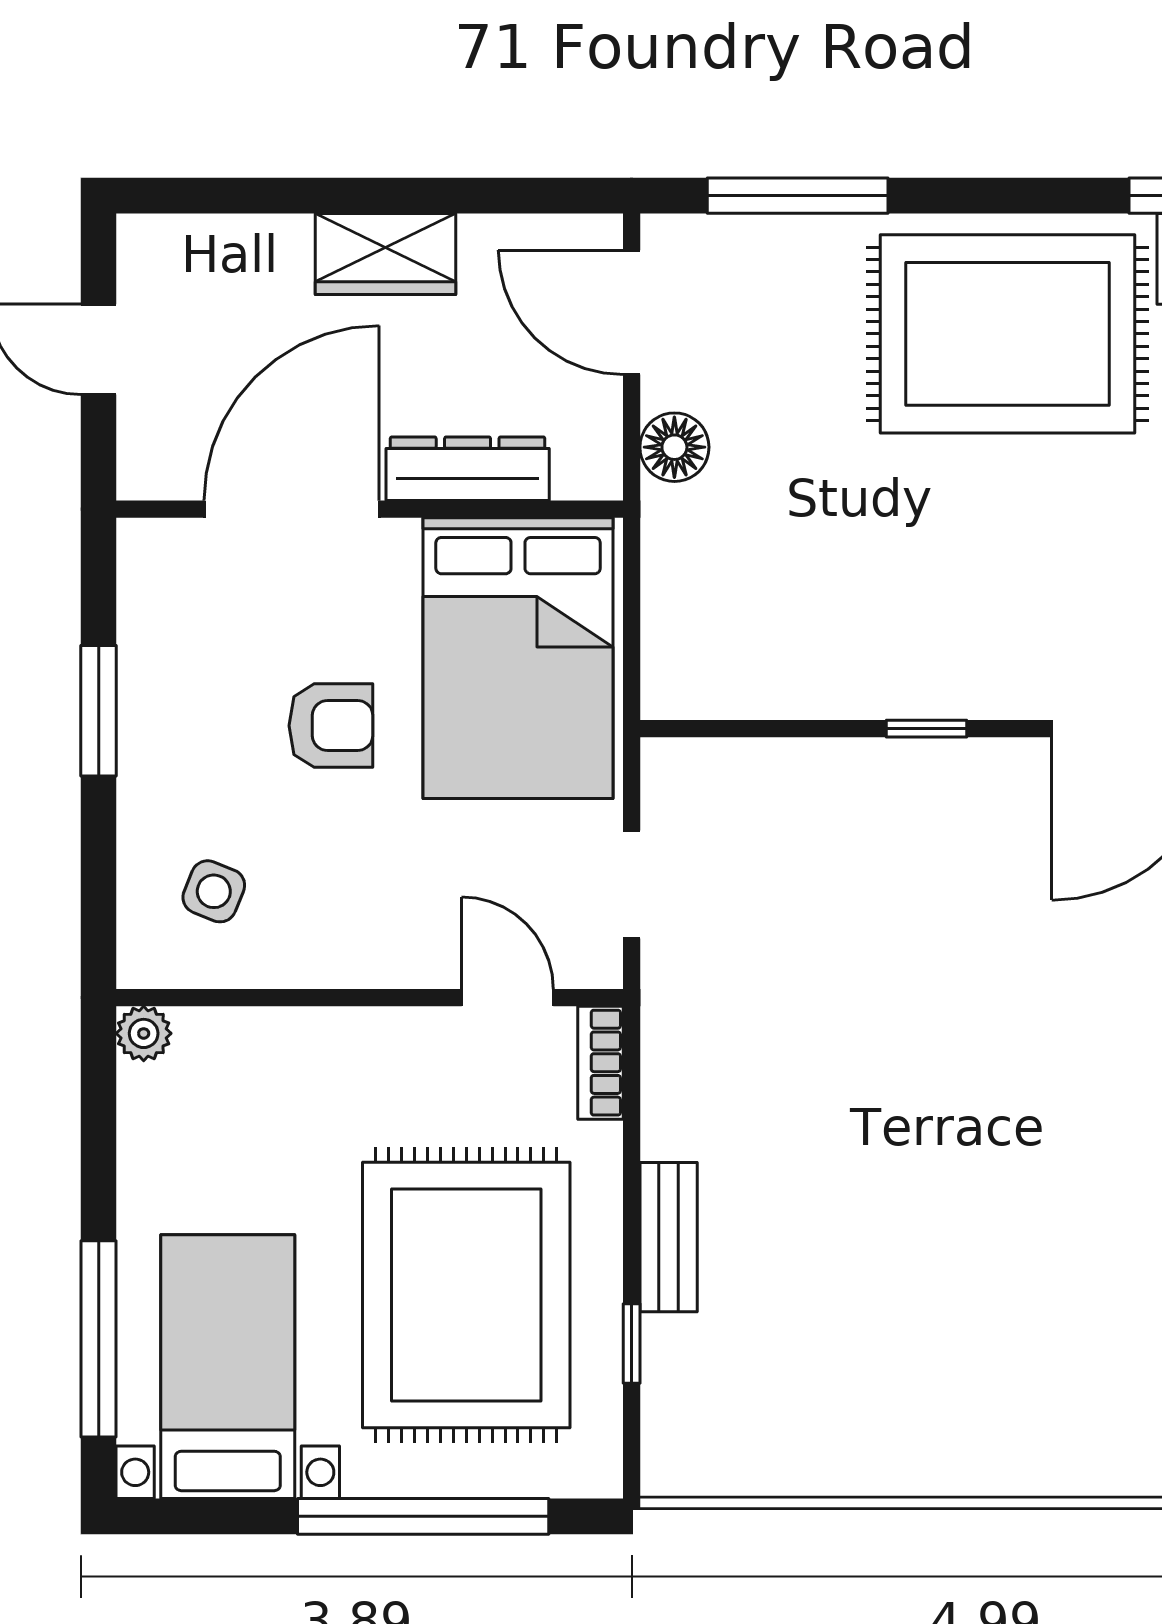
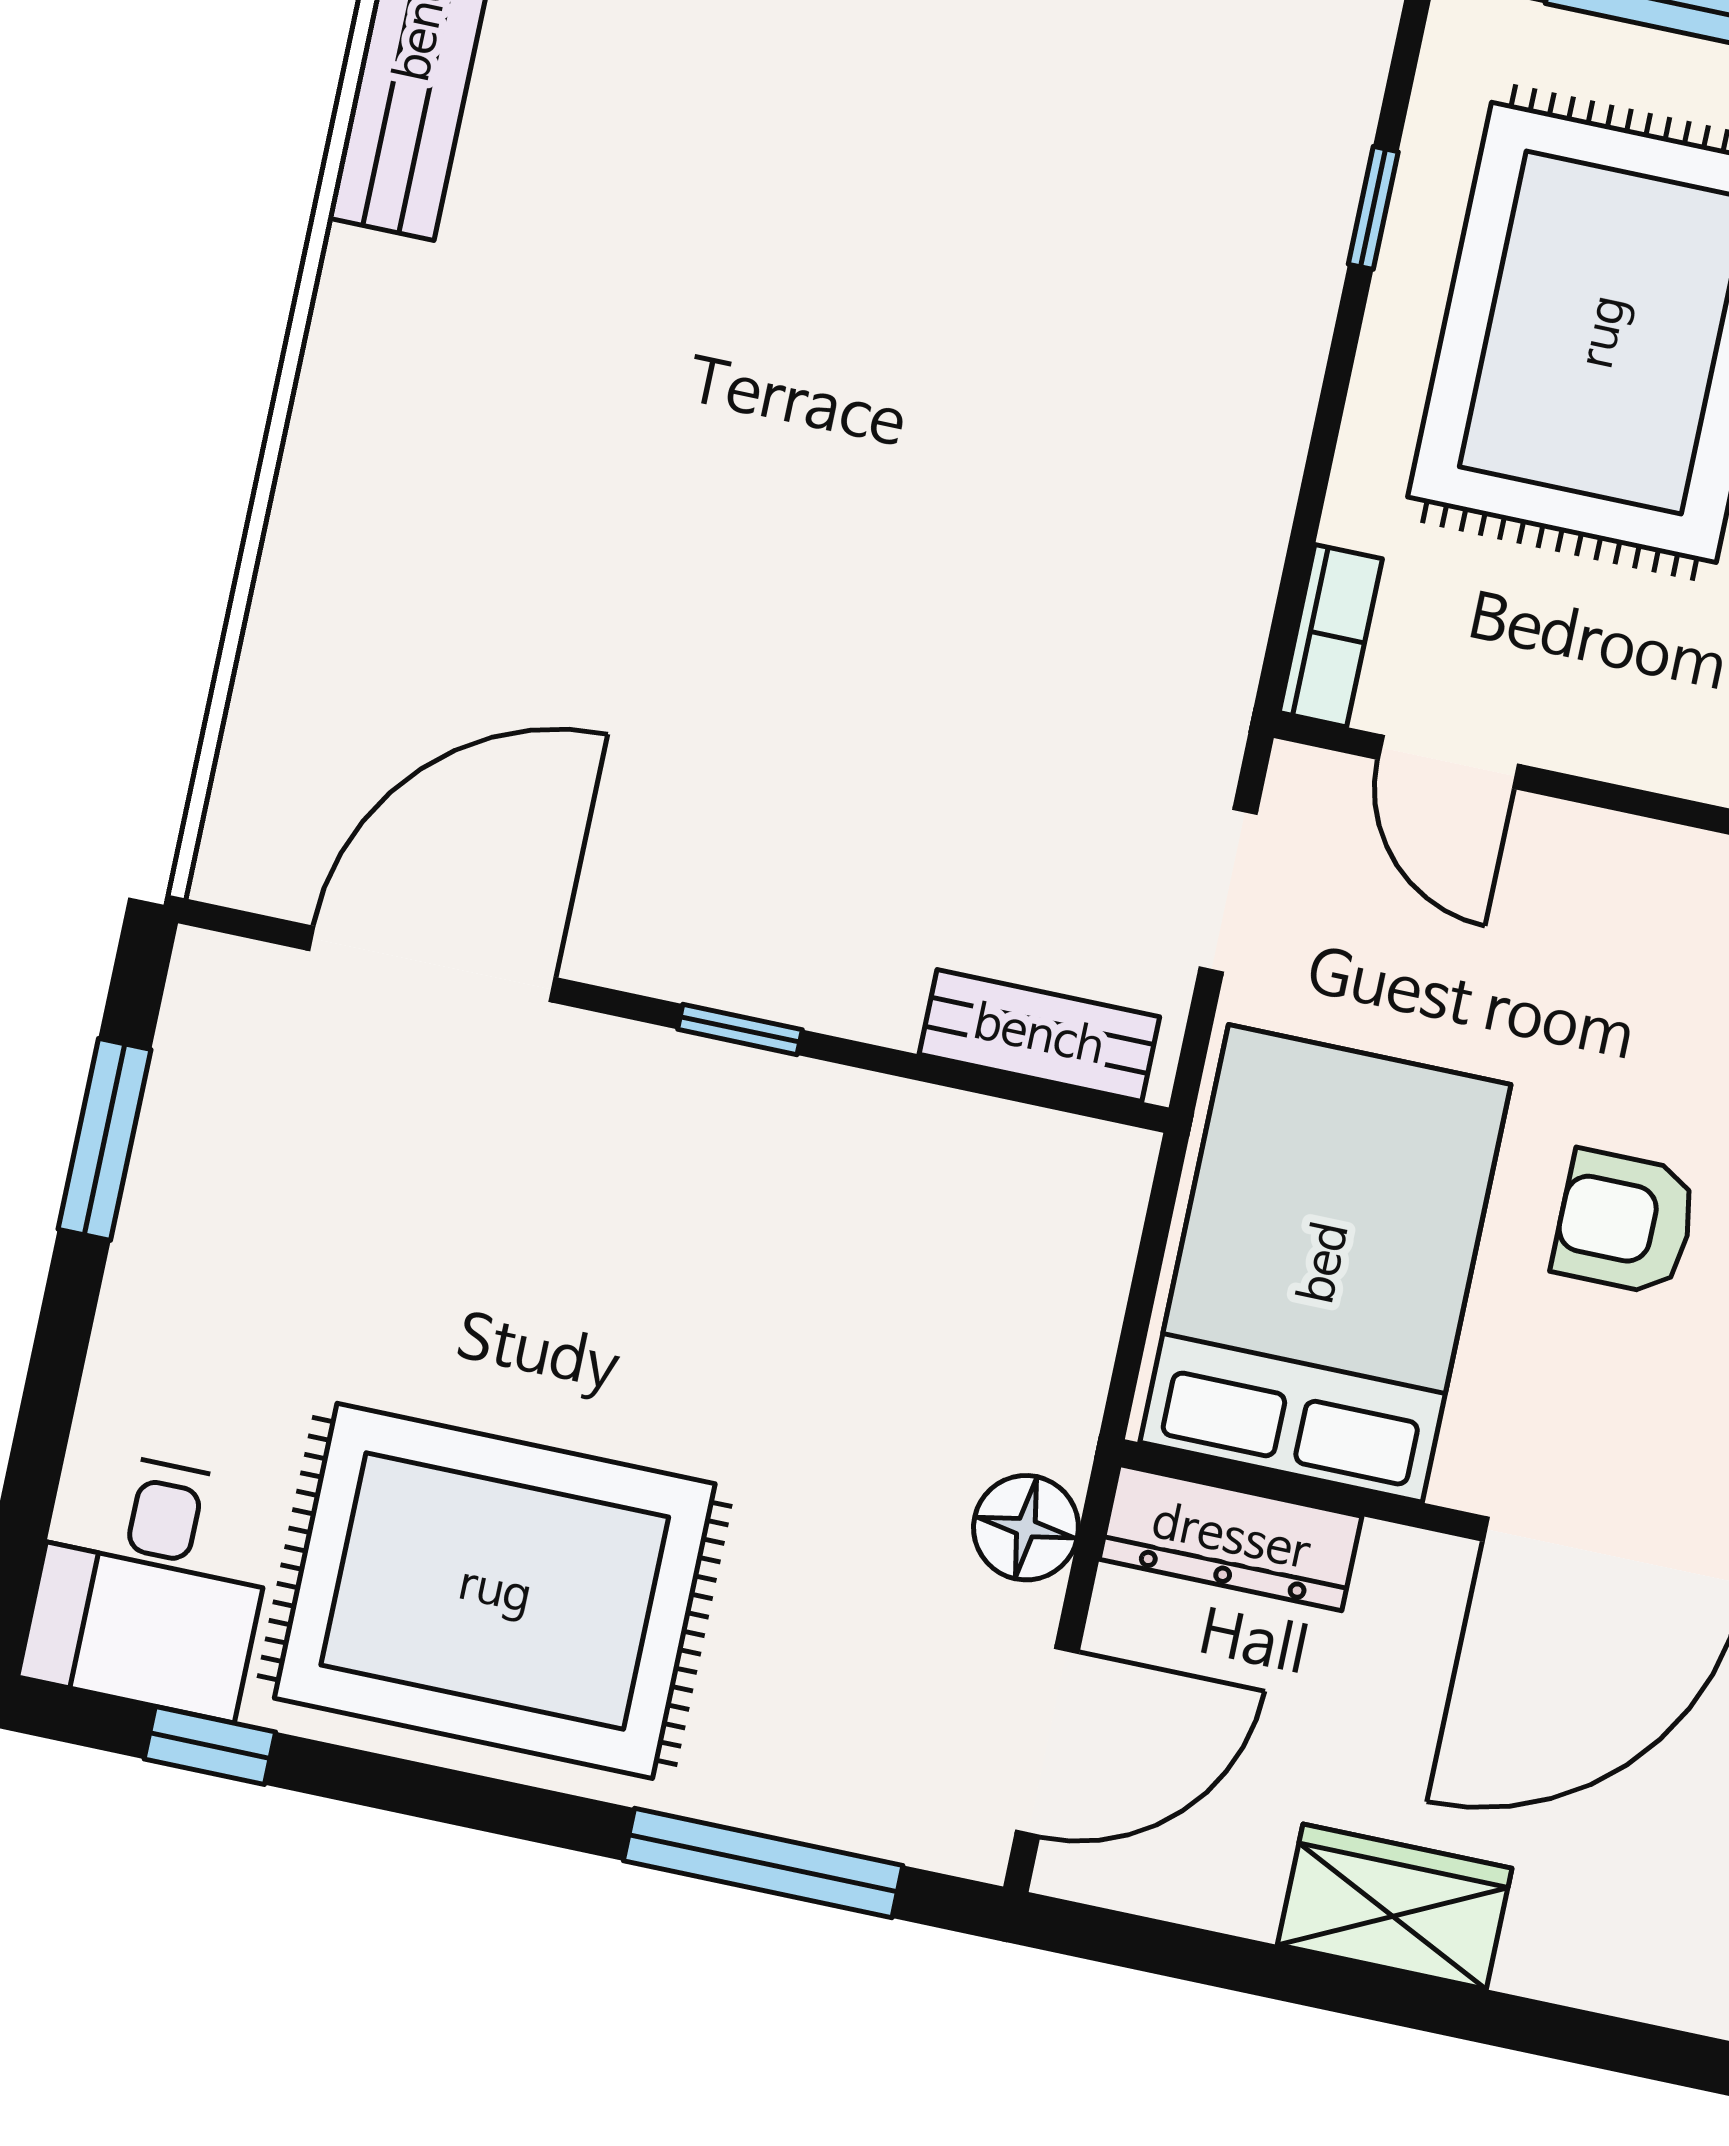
door: (632, 312) -> (1047, 1742), hinge flipped
dresser: (468, 469) -> (1231, 1538), moved
bench: (669, 1237) -> (1039, 1036), moved, turned 90

